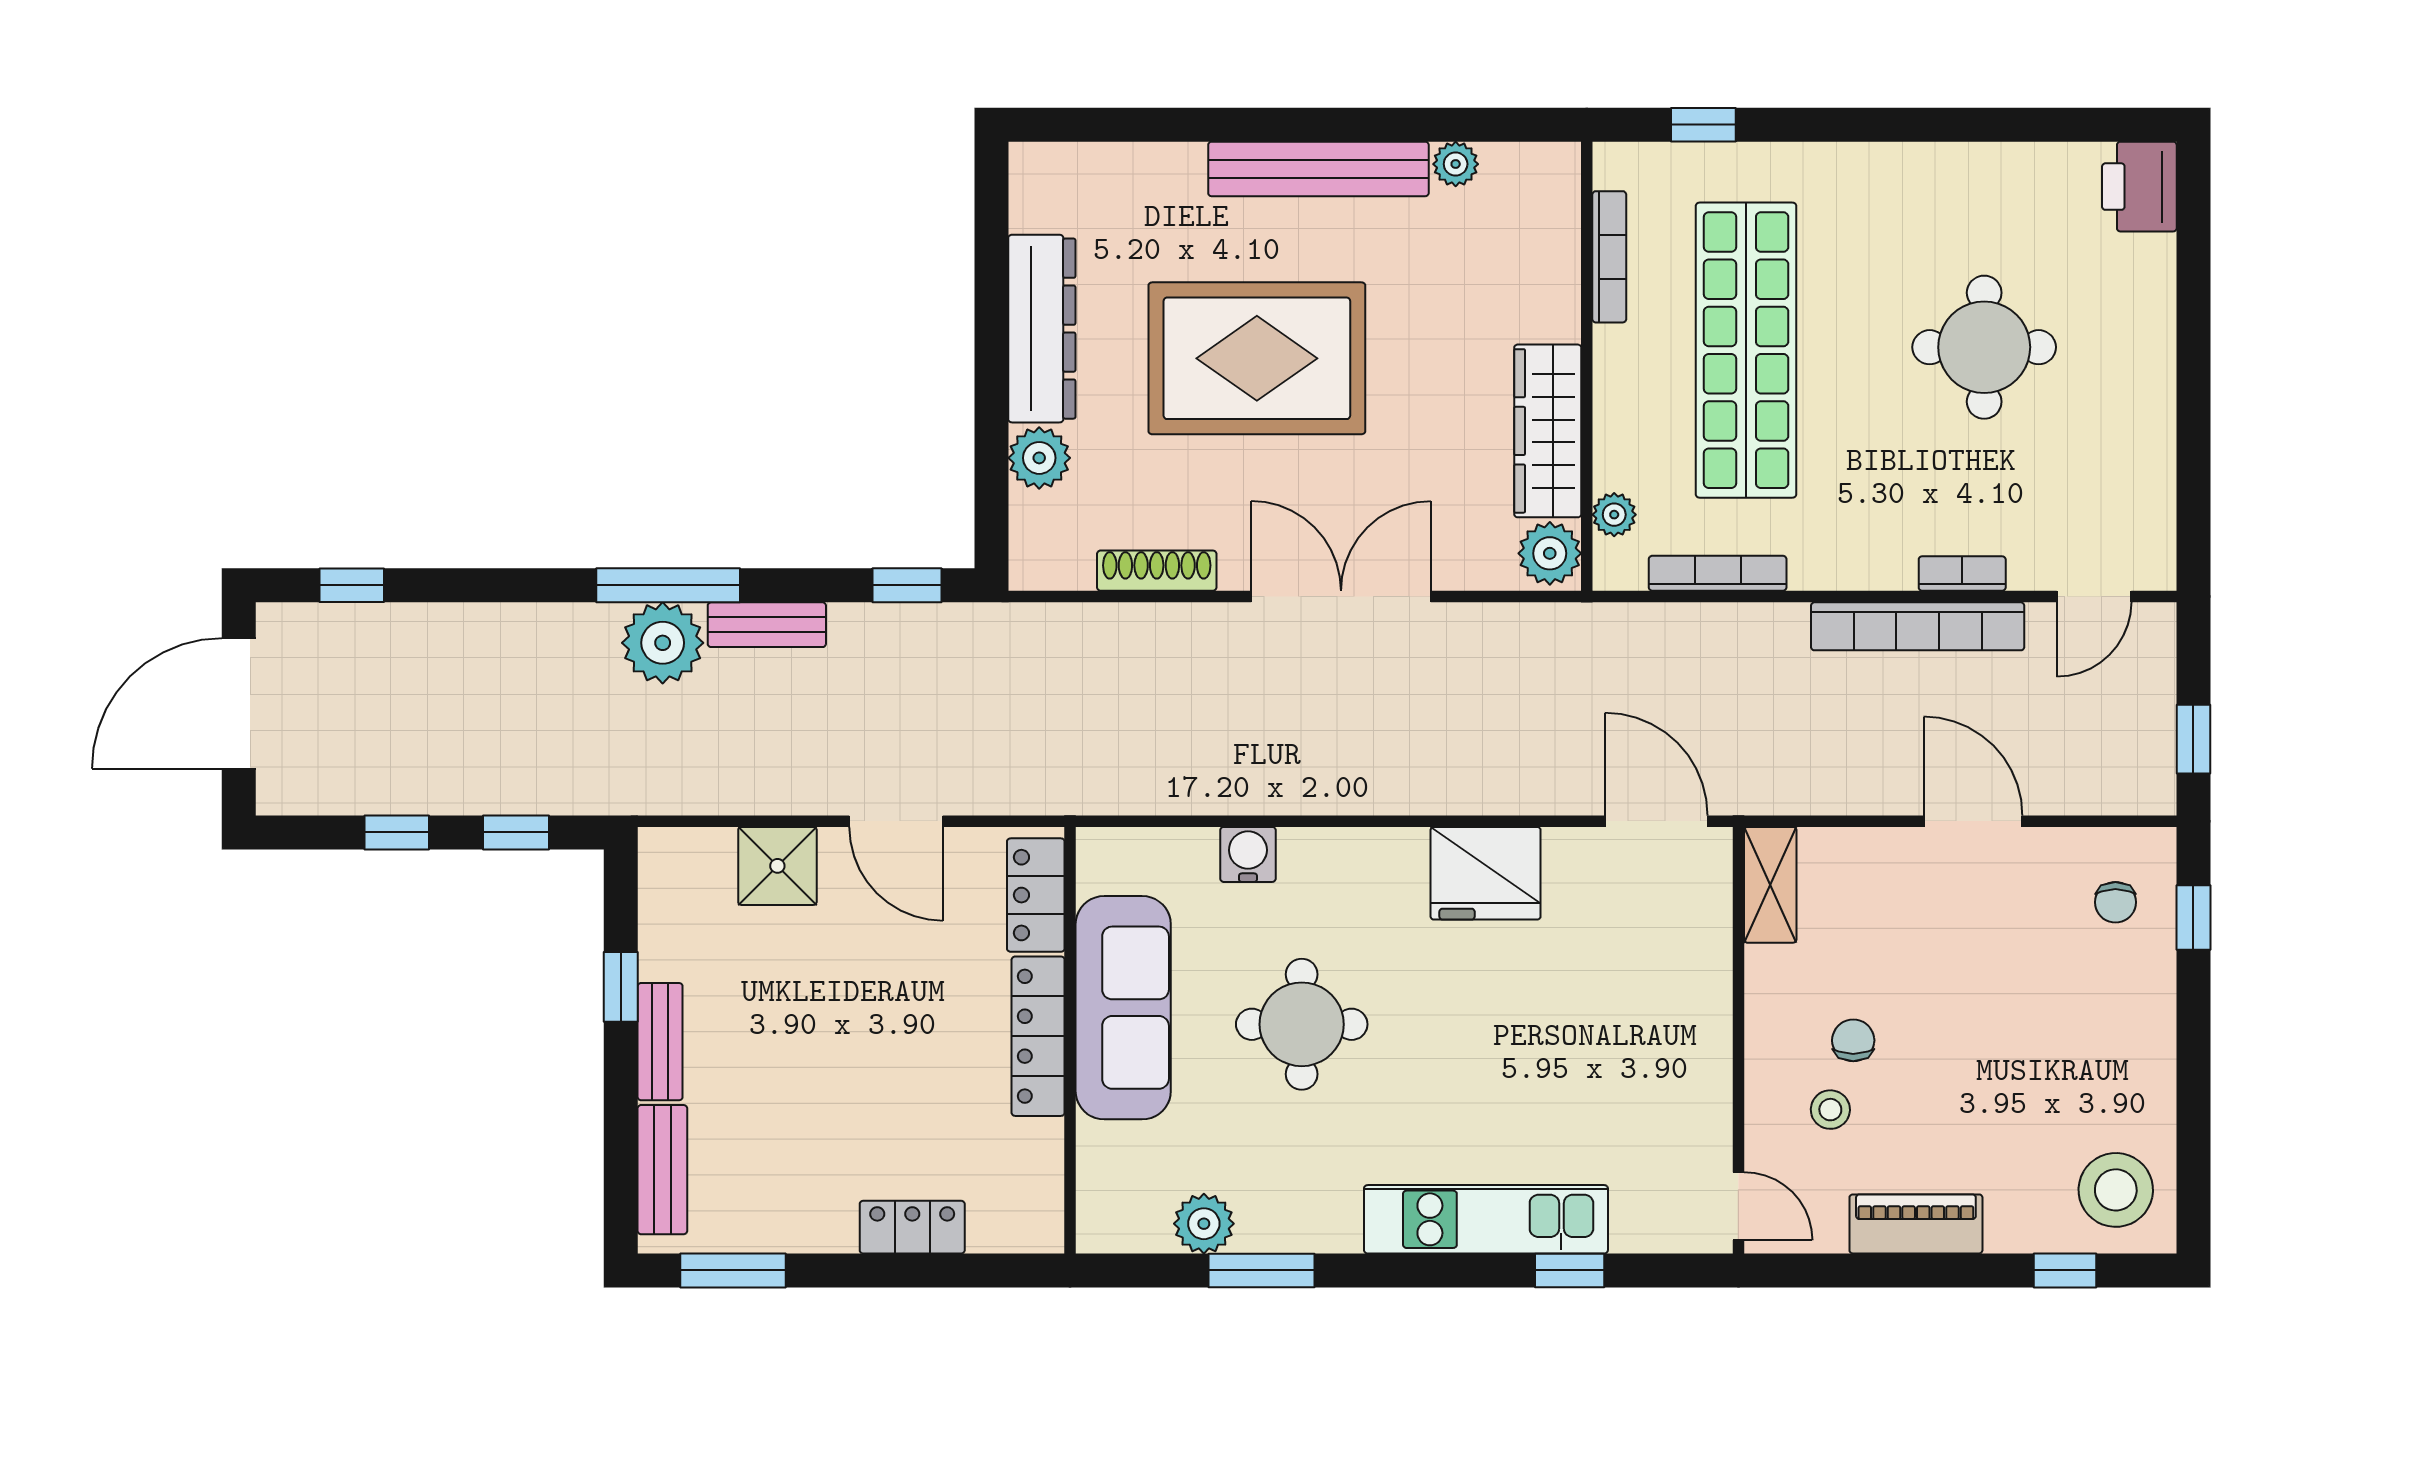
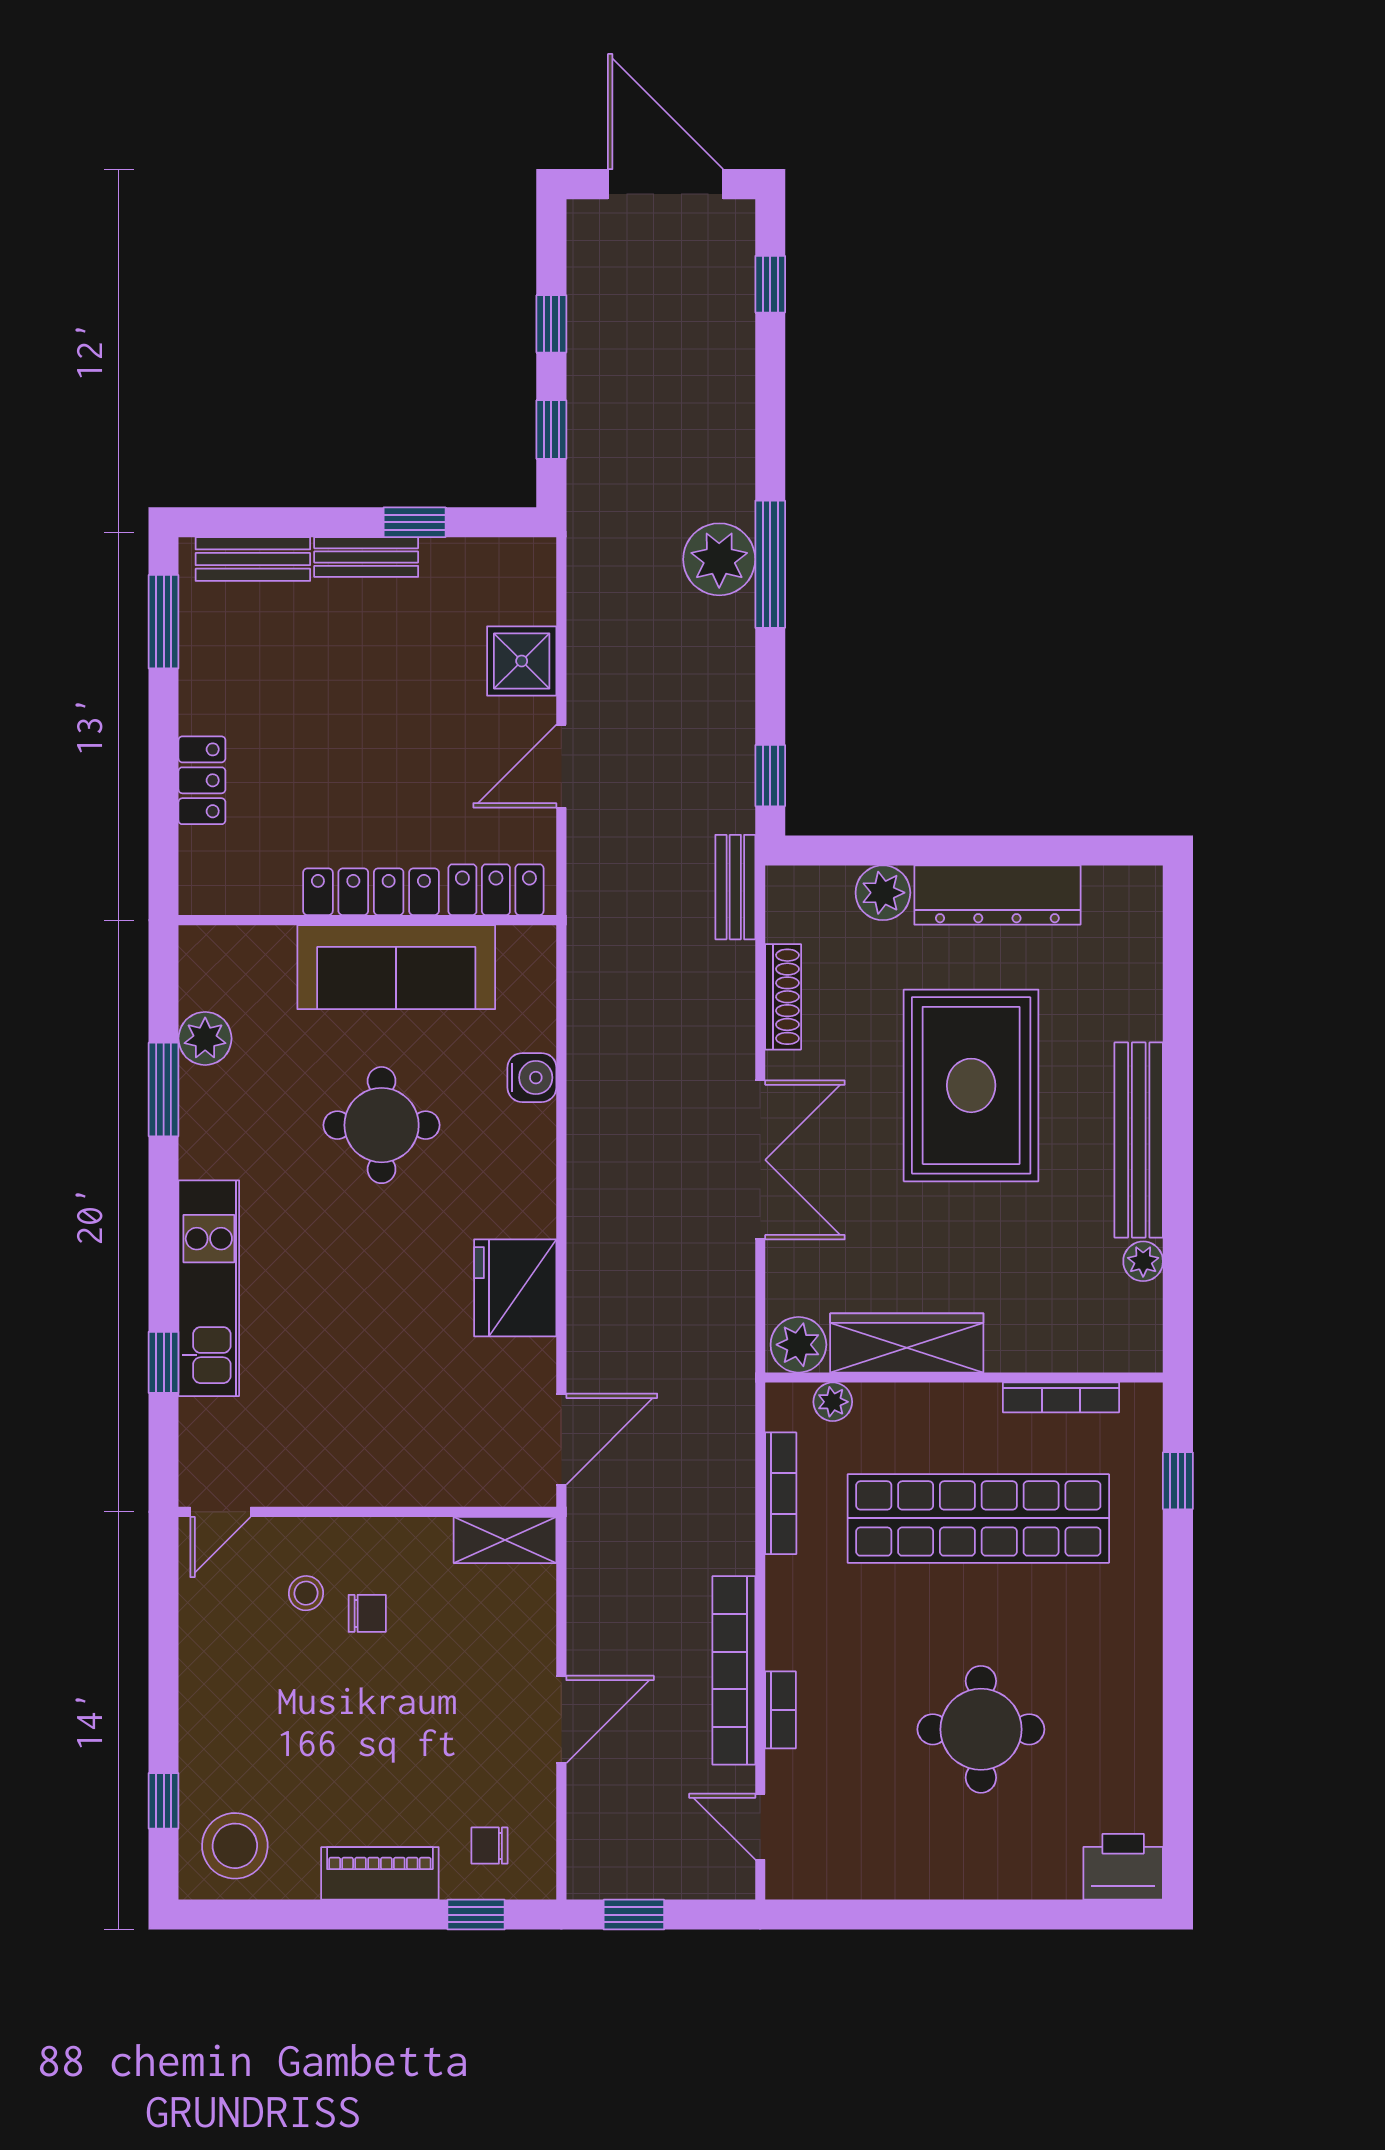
bench: (767, 625) -> (735, 887), moved
piano: (1916, 1224) -> (380, 1873), moved, turned -90

